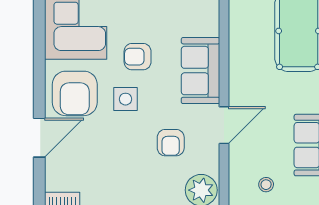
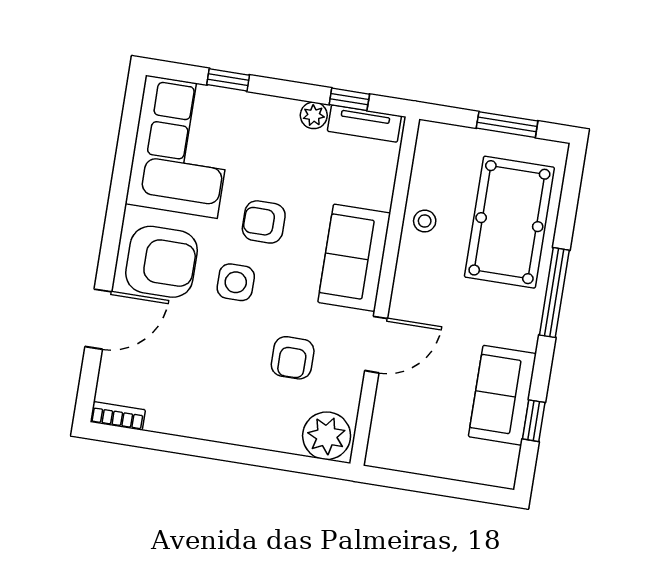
armchair: (75, 93) -> (162, 262), turned -90
stool: (266, 185) -> (425, 221), moved

